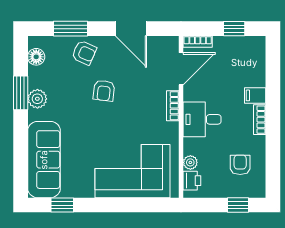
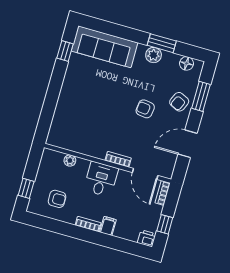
corner sofa: (133, 171) -> (76, 113), removed
printer: (192, 181) -> (147, 238), moved, turned 180

